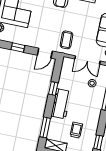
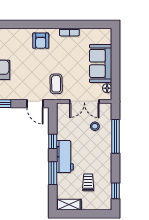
door: (45, 53) -> (35, 104), hinge flipped
window: (45, 127) -> (53, 173), moved

